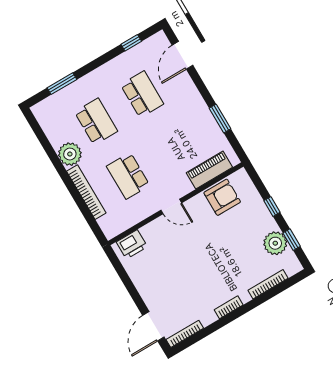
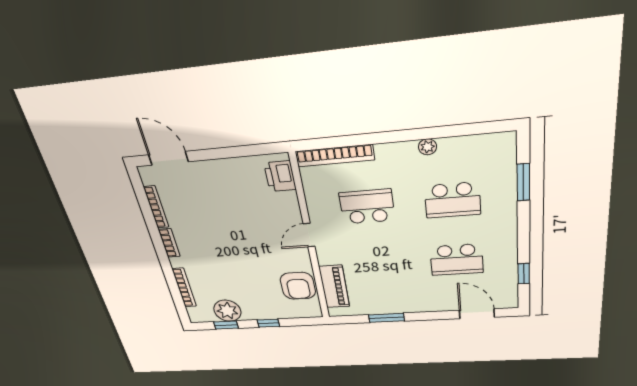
plant: (70, 154) -> (428, 147), width x0.53, depth x0.53
bookcase: (86, 192) -> (335, 156), moved
bookcase: (185, 334) -> (156, 207), moved

